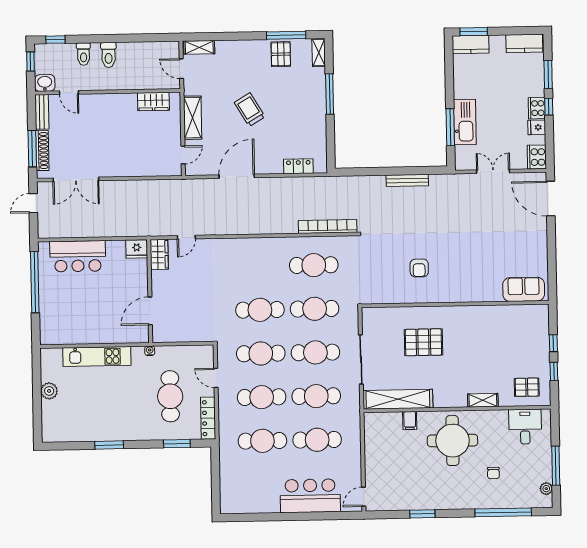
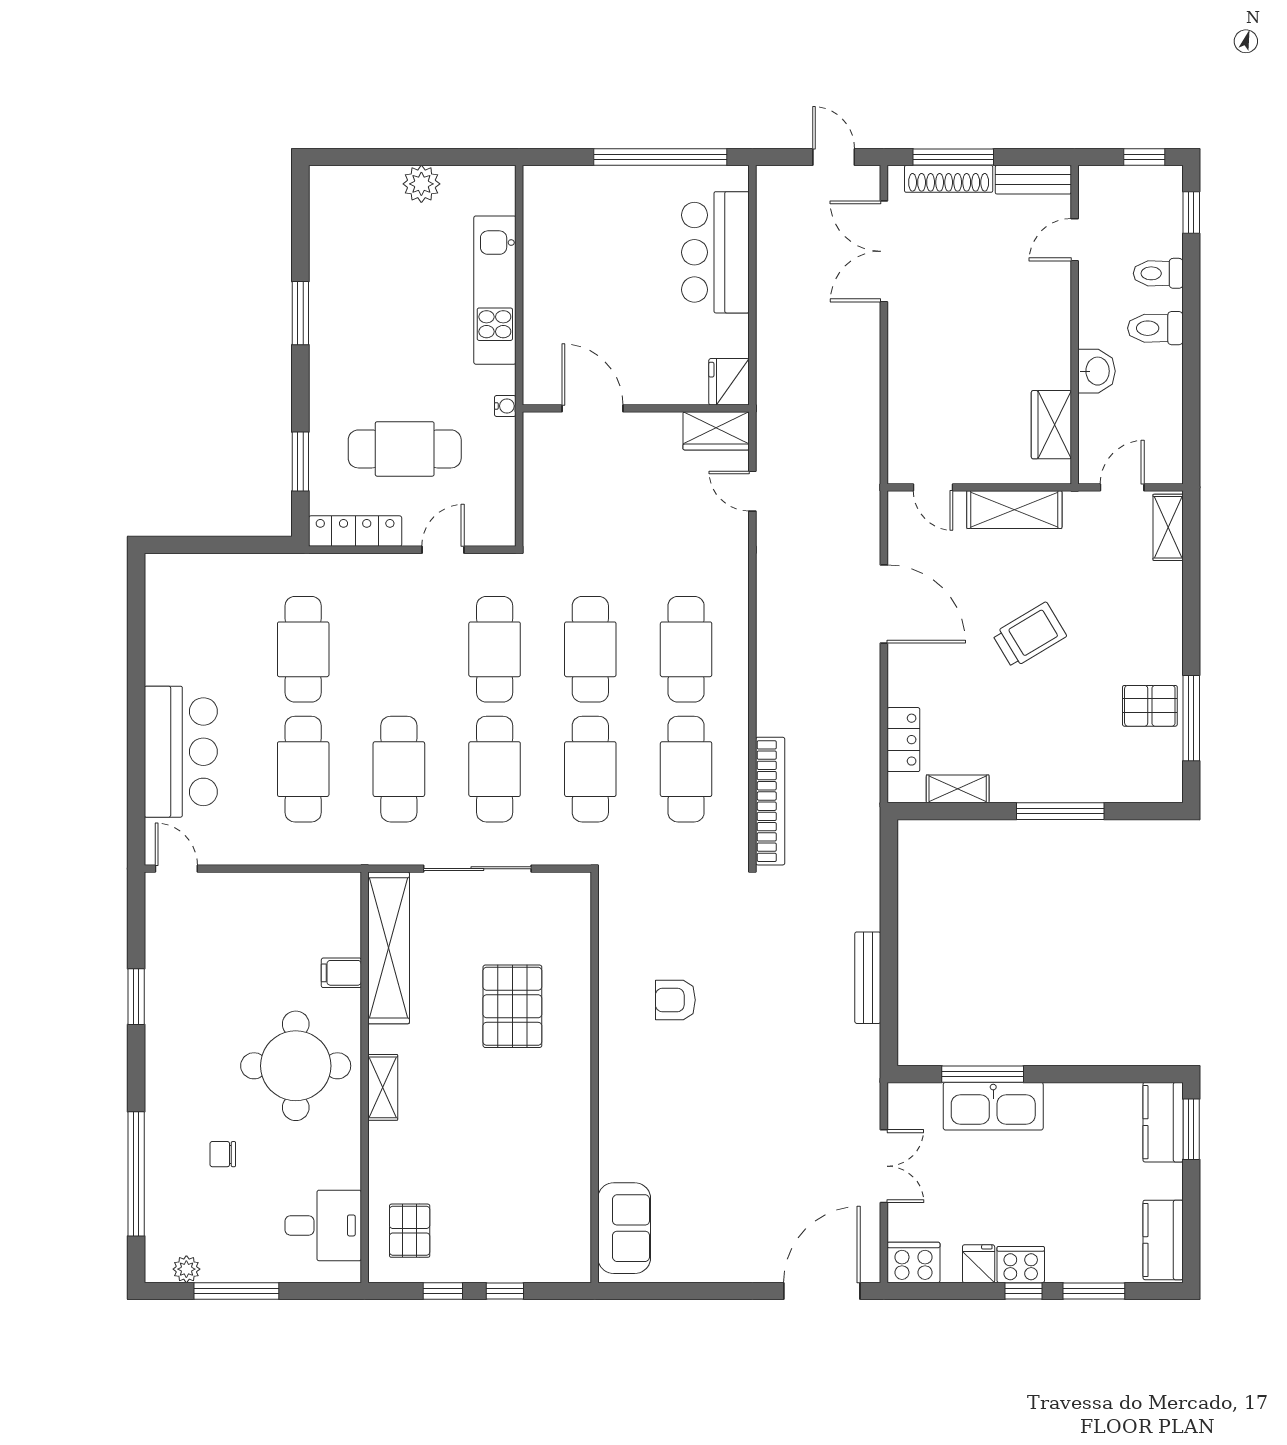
shelving: (319, 53) -> (958, 789), moved
washbasin: (45, 83) -> (1096, 371), moved
cafe table: (262, 397) -> (686, 649), moved
shelving: (483, 400) -> (383, 1087), moved

